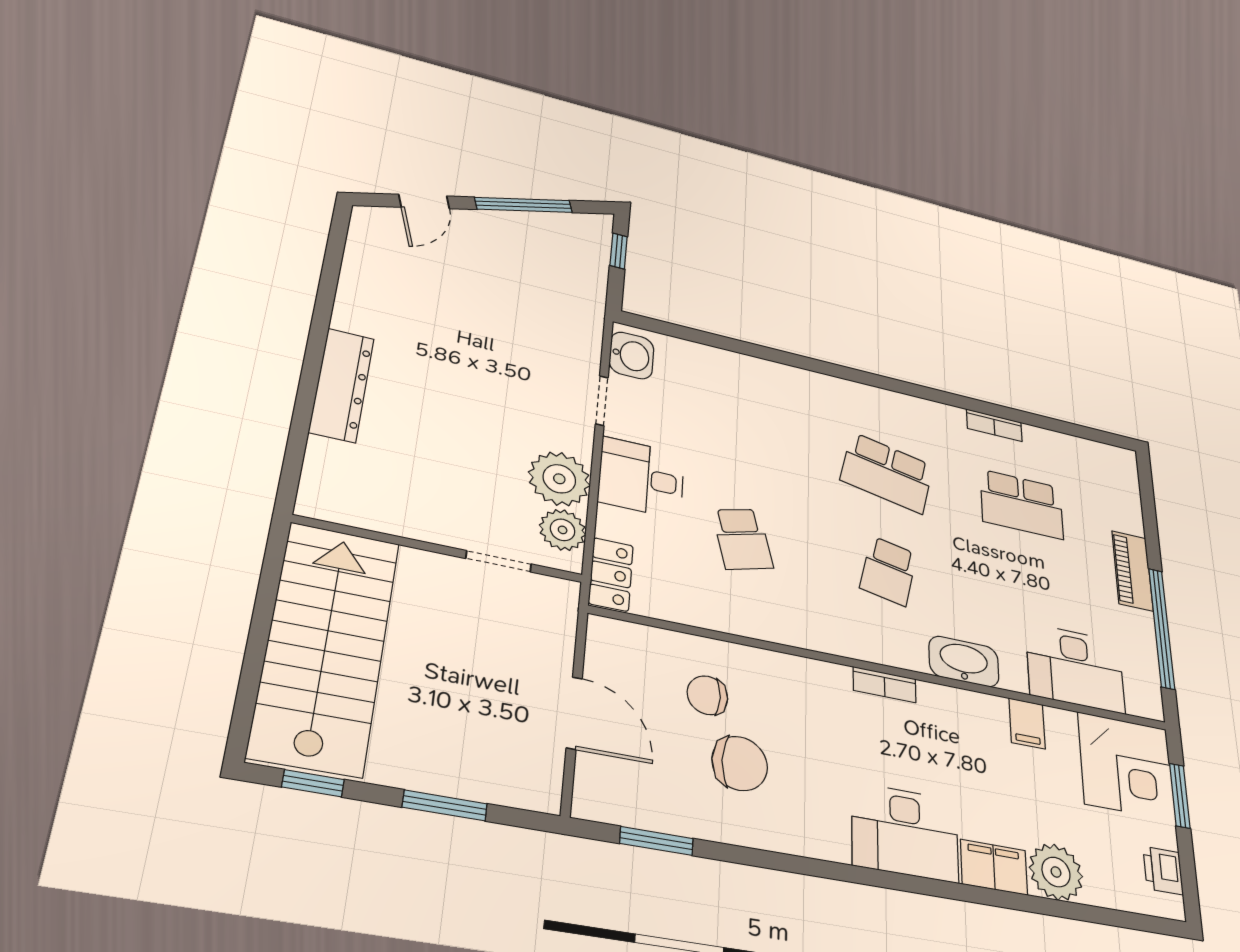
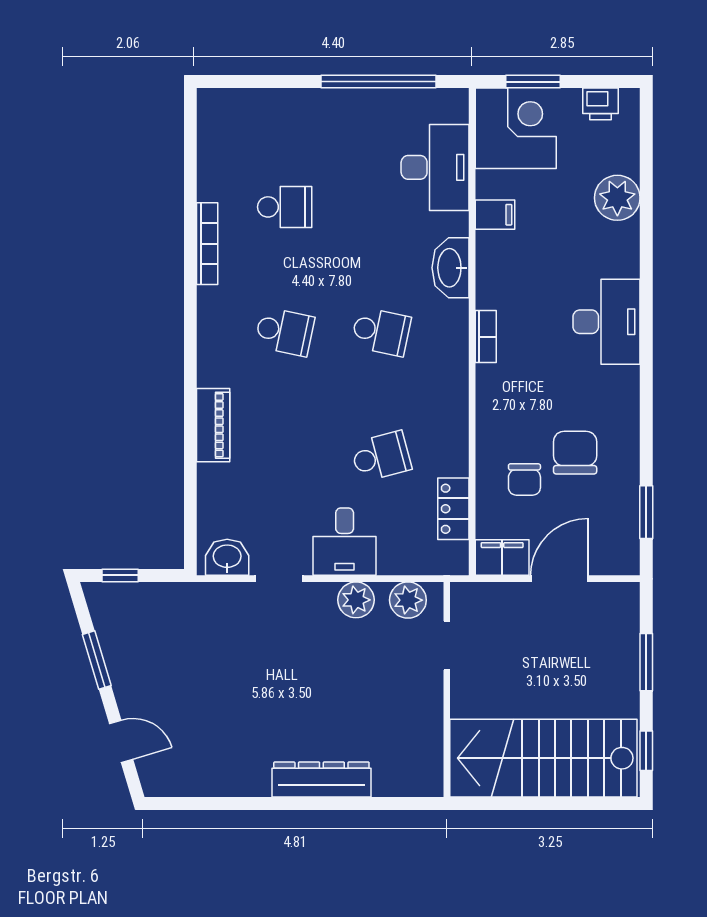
window: (524, 205) -> (97, 660), width x0.69
bookcase: (994, 425) -> (207, 244), width x1.56
school desk: (887, 473) -> (285, 332), width x0.54
plant: (559, 479) -> (356, 600), width x0.73, depth x0.73
school desk: (1022, 504) -> (285, 207), width x0.54
piano: (1132, 571) -> (213, 425), moved, turned -90
locker: (611, 574) -> (453, 509), moved, turned -90
filing cabinet: (994, 867) -> (502, 558), moved, turned 90

